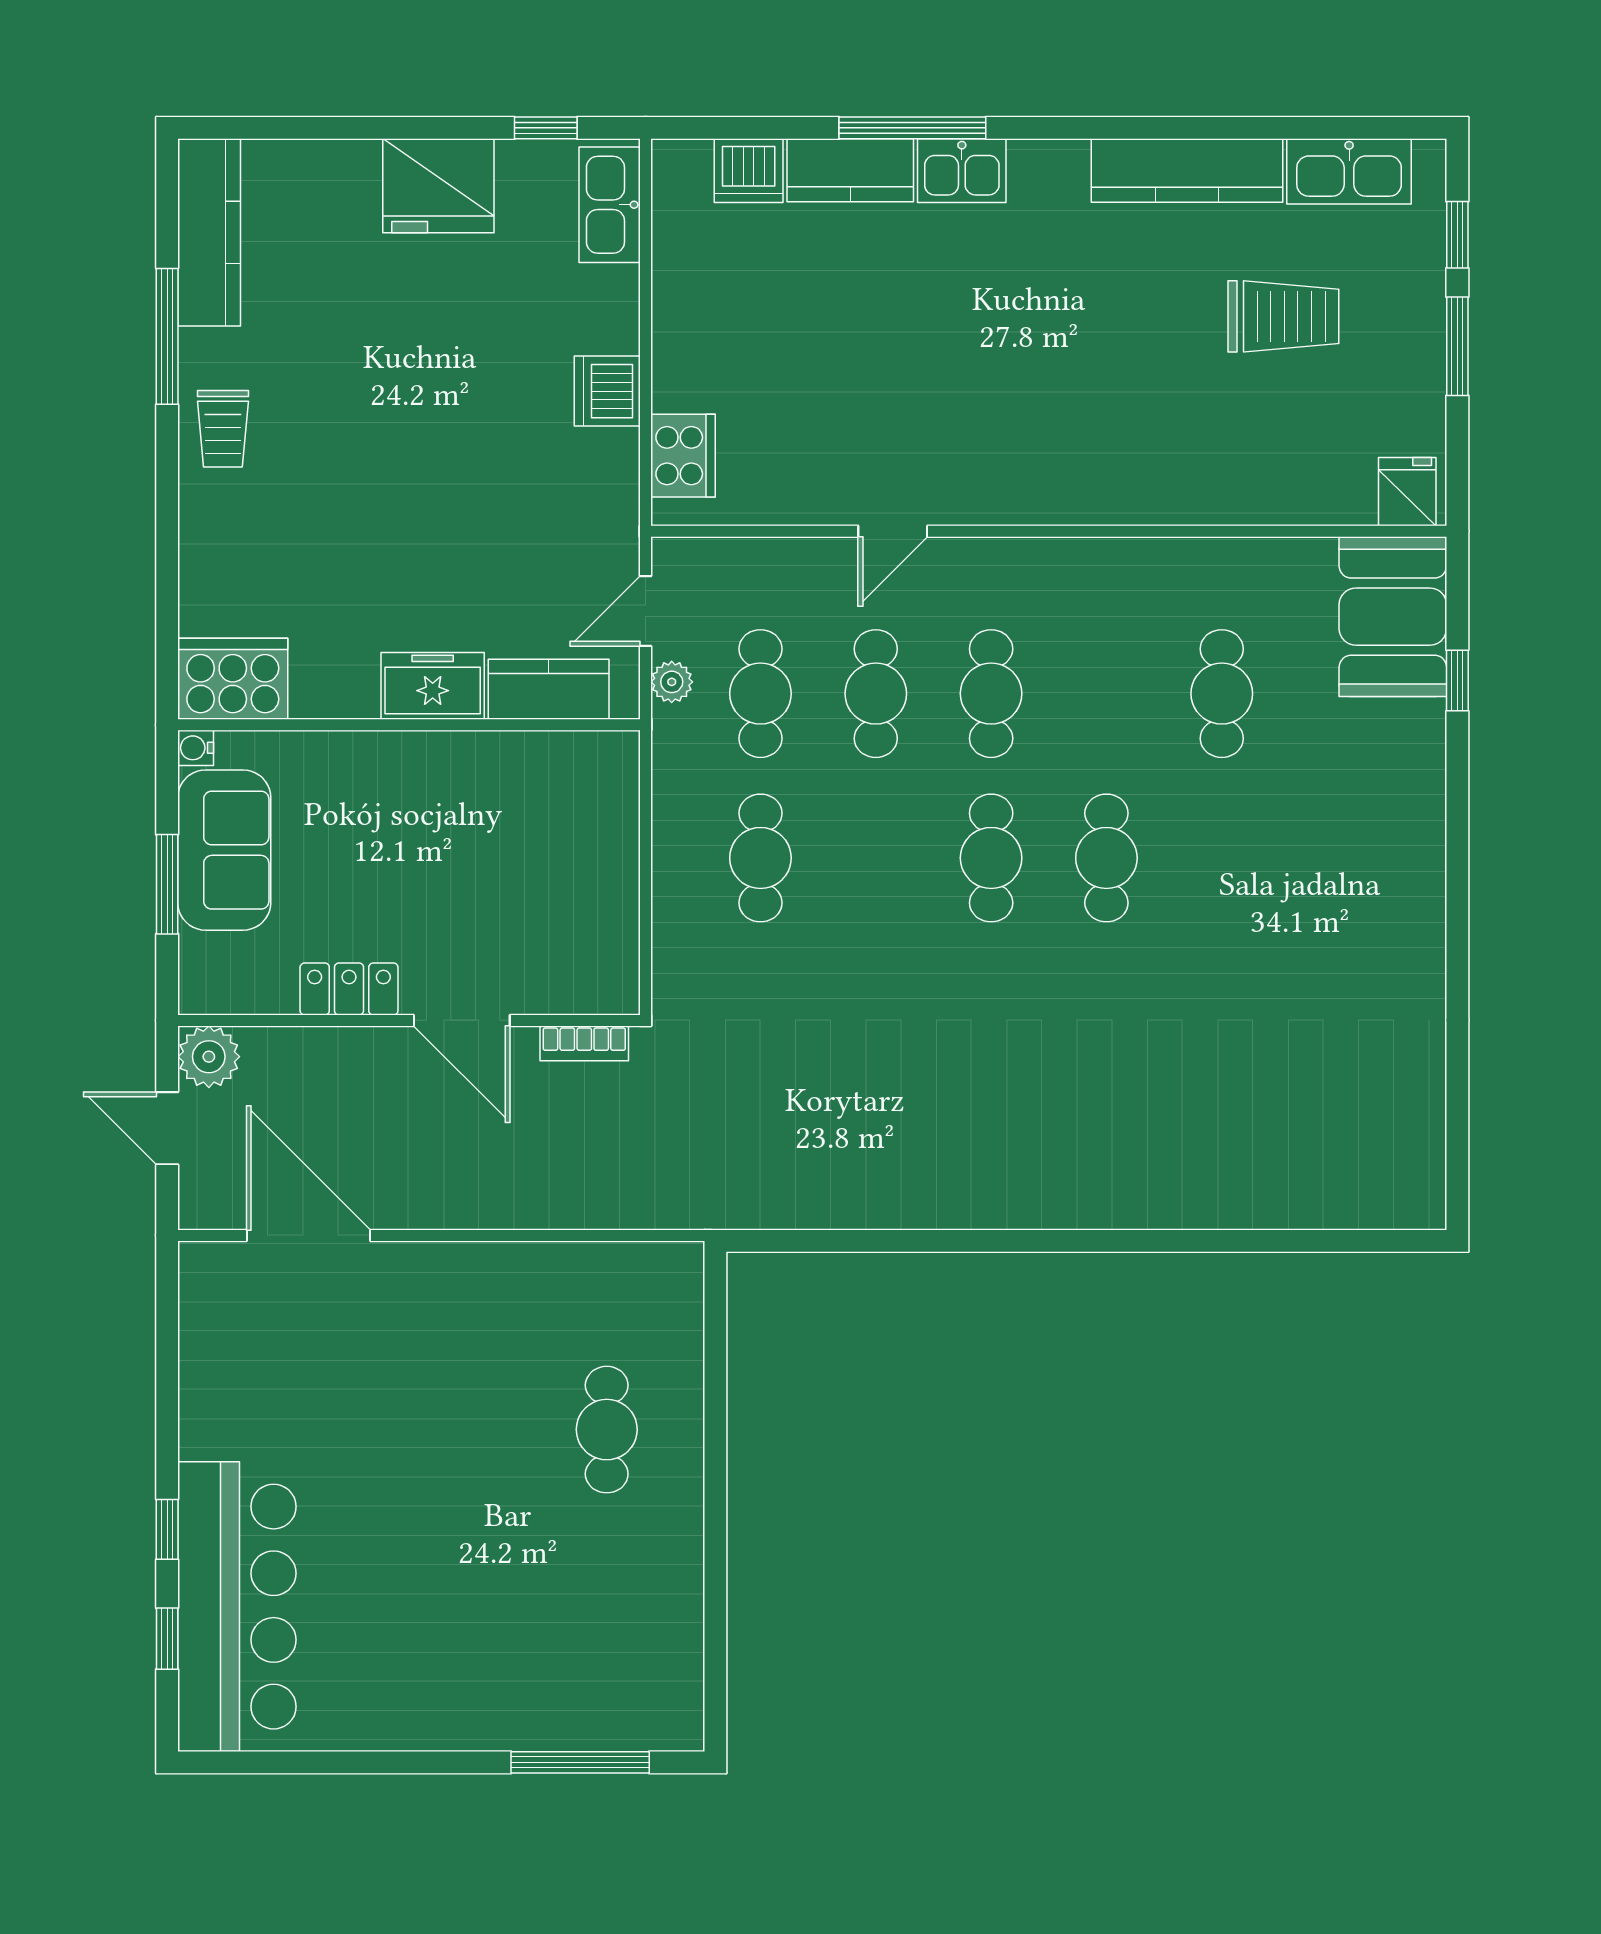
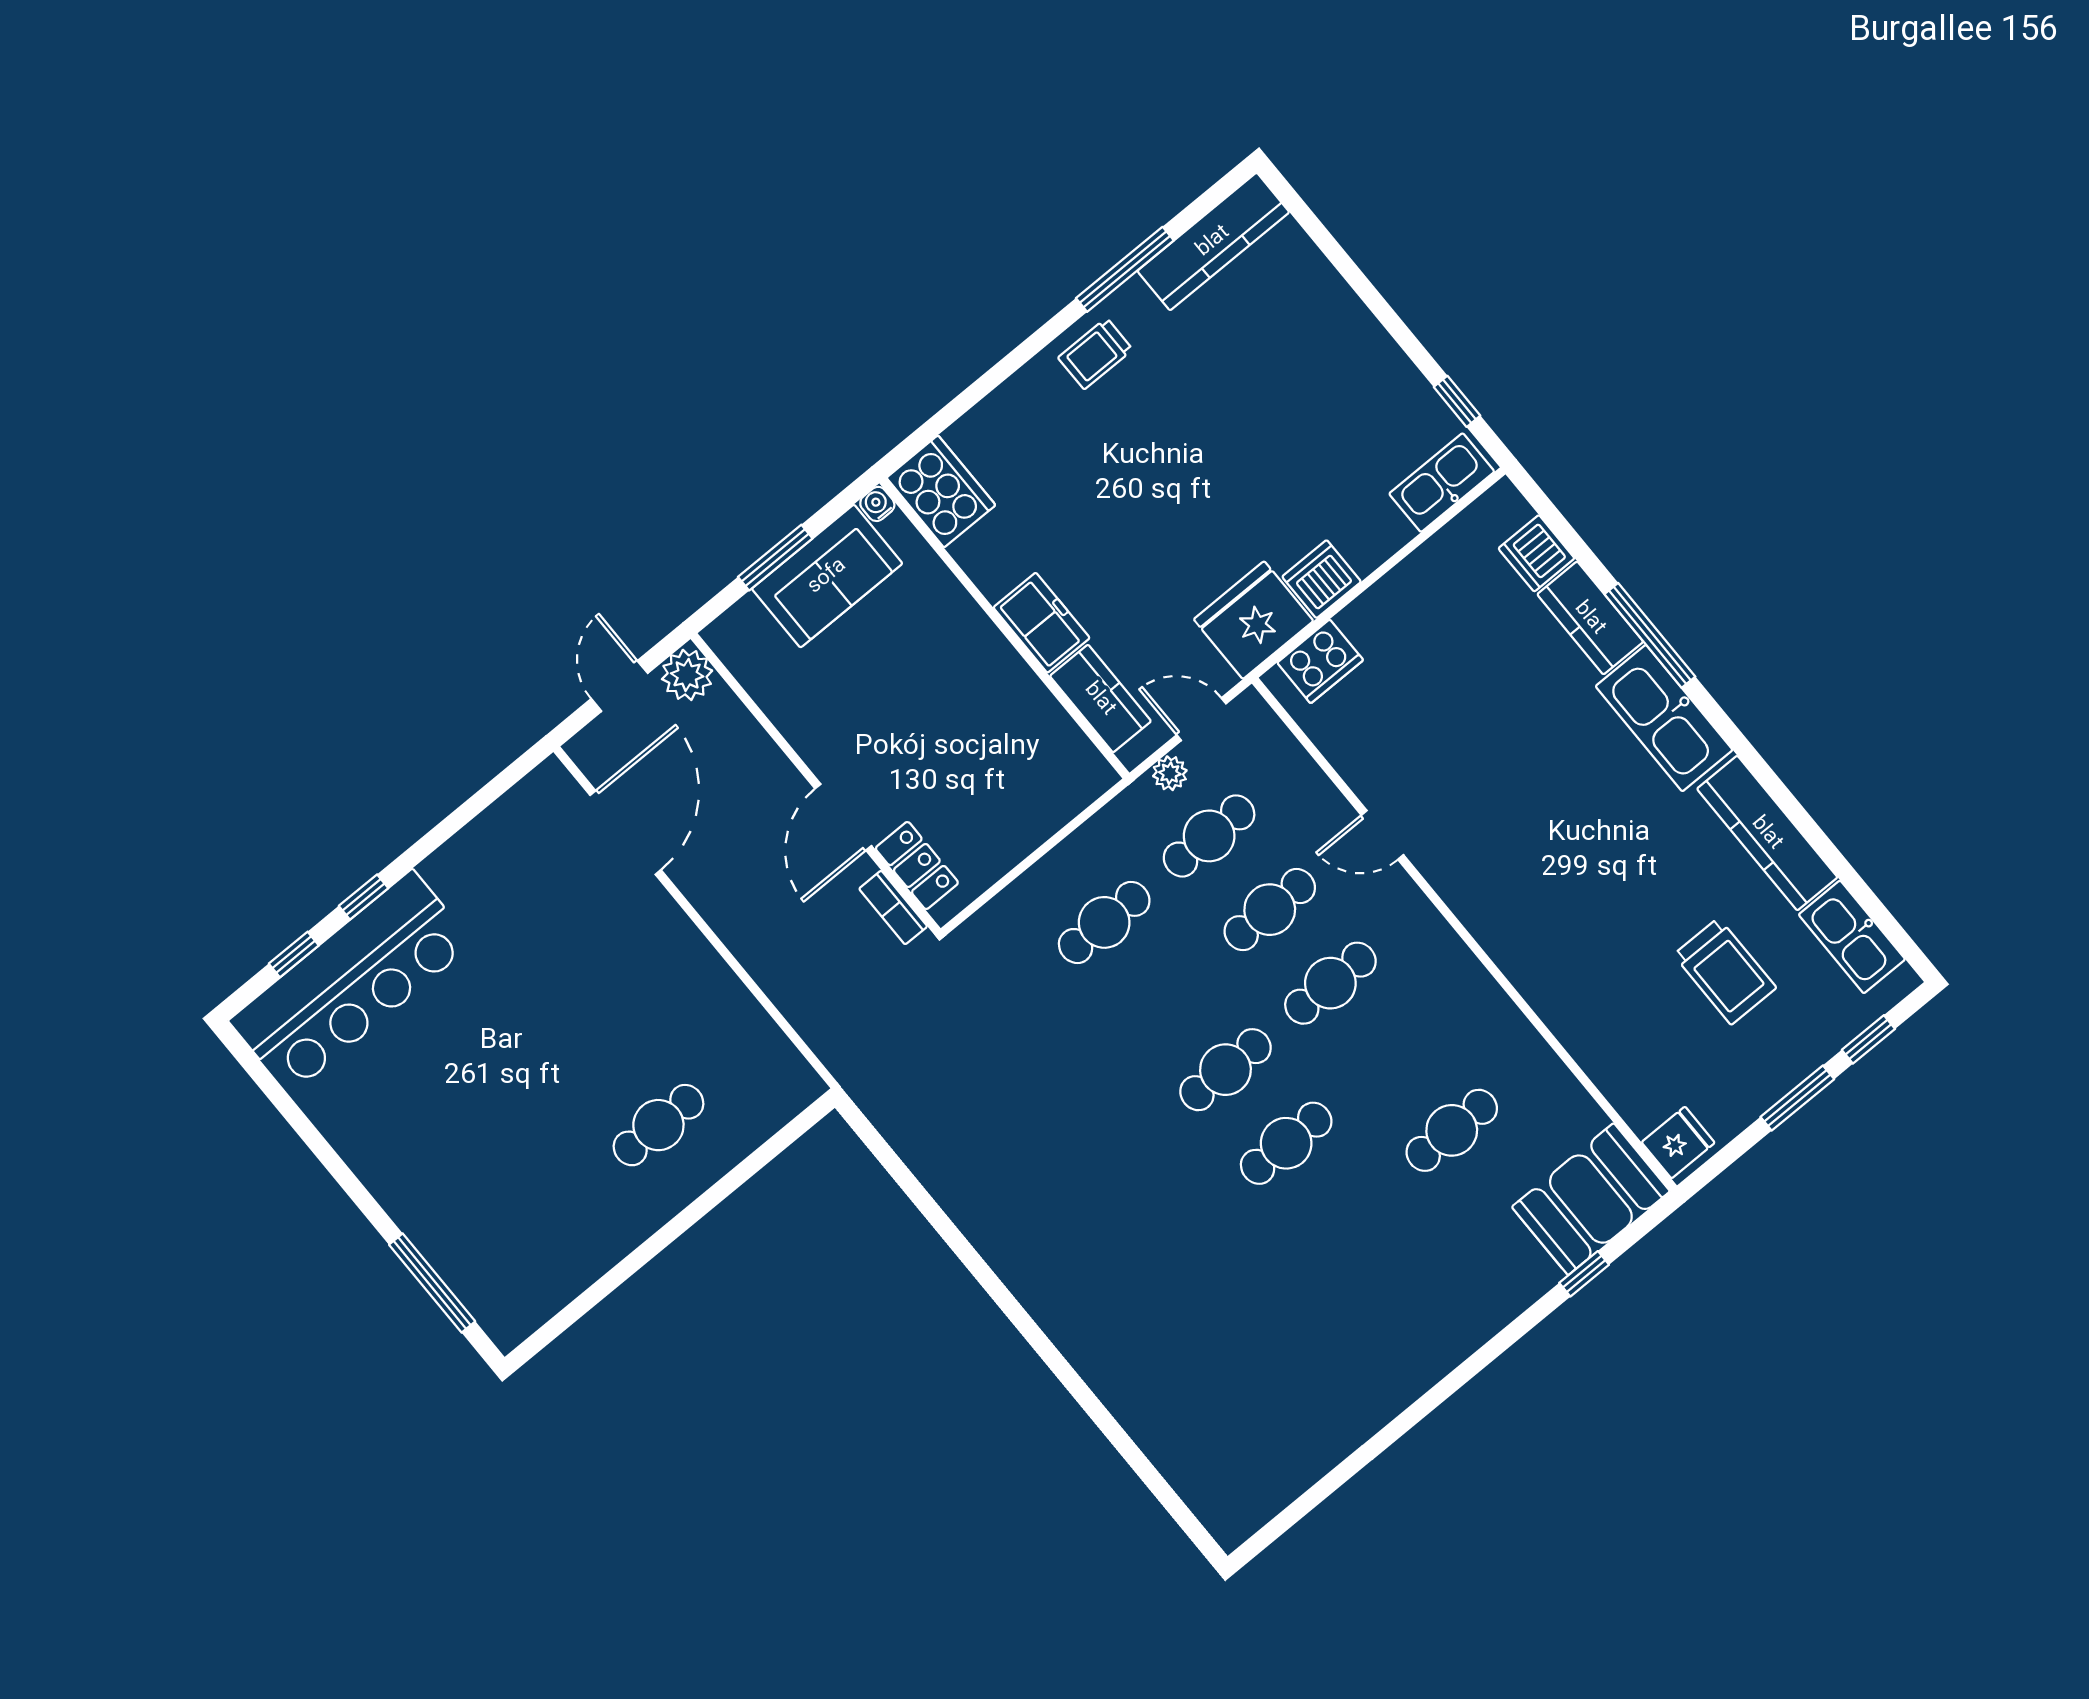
kitchen sink: (962, 171) -> (1664, 718), width x1.88, depth x1.24
fridge: (438, 186) -> (1253, 620), moved, turned 90
locker: (349, 989) -> (917, 866), moved

